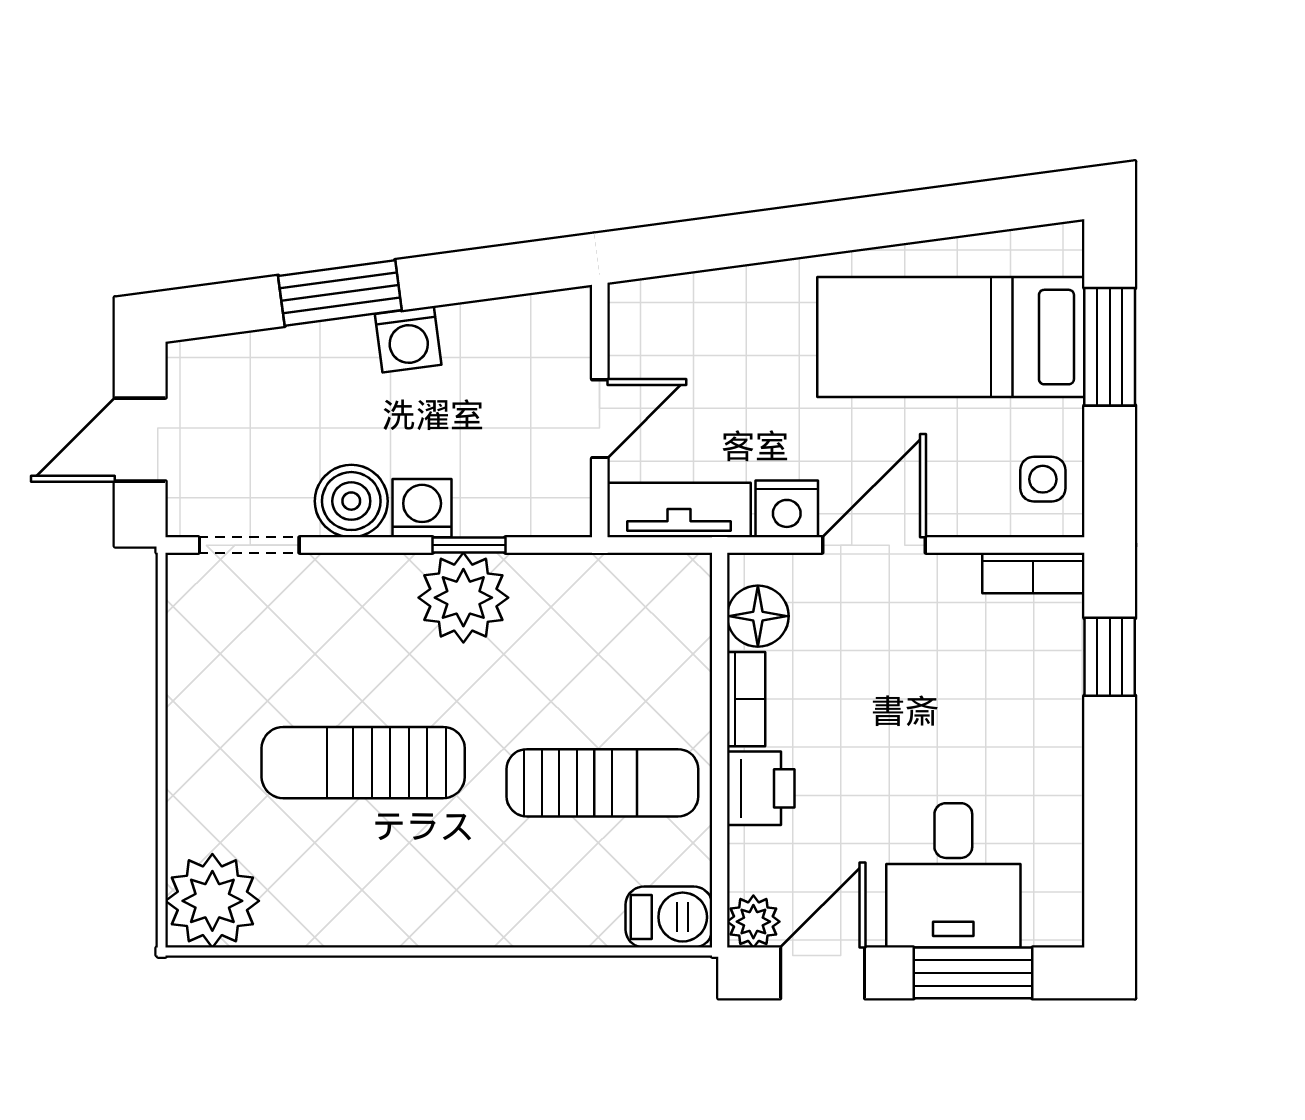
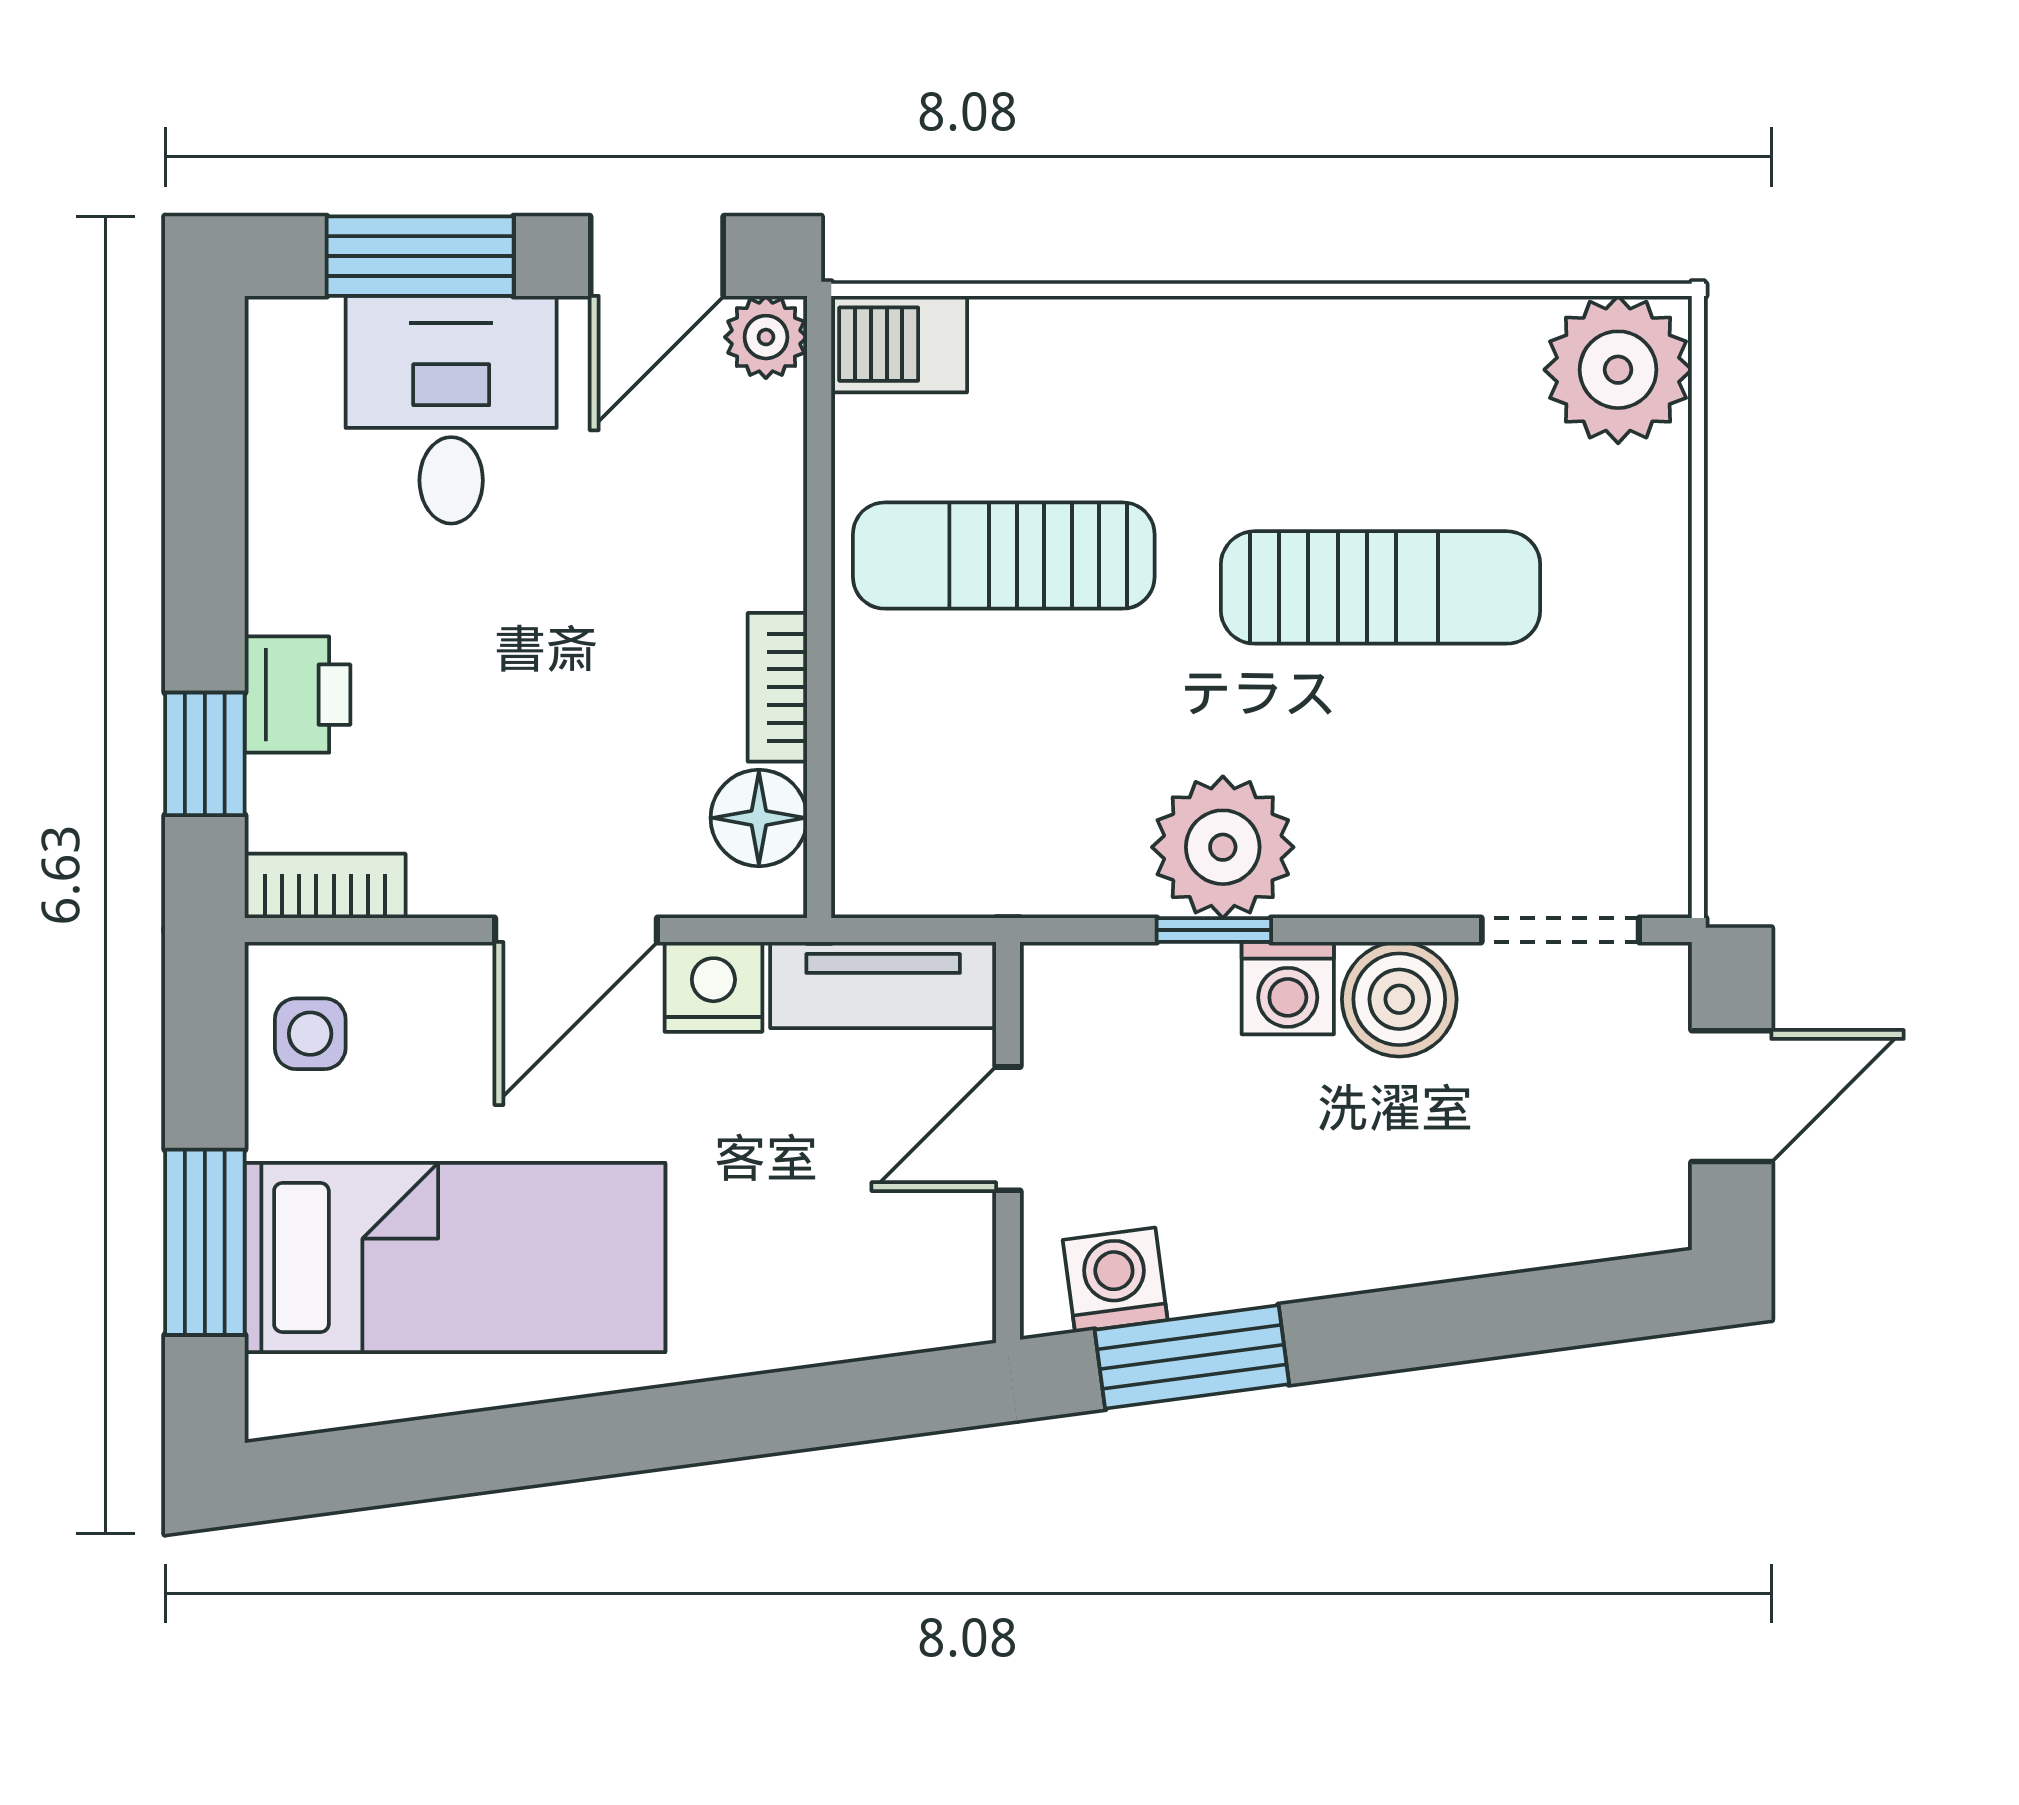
window: (340, 293) -> (1192, 1357), moved
washing machine: (408, 339) -> (1115, 1280), moved
printer: (761, 788) -> (297, 695), moved, turned 180

